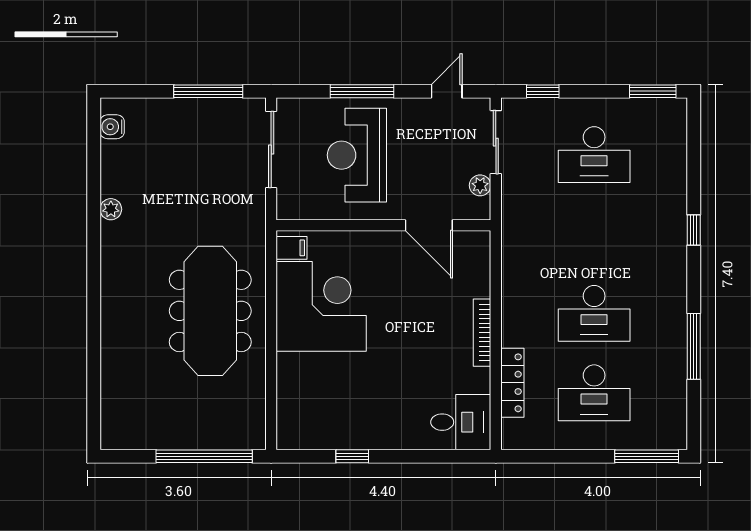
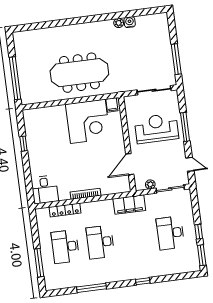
window: (543, 91) -> (199, 232), moved
water cooler: (112, 127) -> (130, 22), moved
filing cabinet: (519, 238) -> (129, 205), added
window: (647, 456) -> (39, 263), moved

